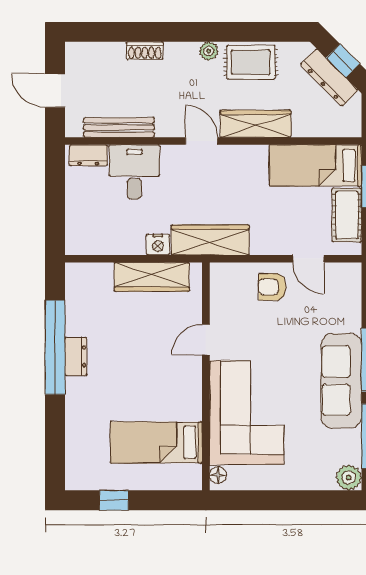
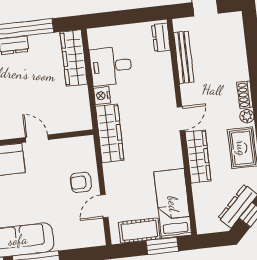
shoe rack: (145, 51) -> (245, 95), moved
desk: (134, 172) -> (111, 66), moved, turned 180
wardrobe: (152, 277) -> (74, 58), moved
armchair: (272, 287) -> (81, 182), turned -90

